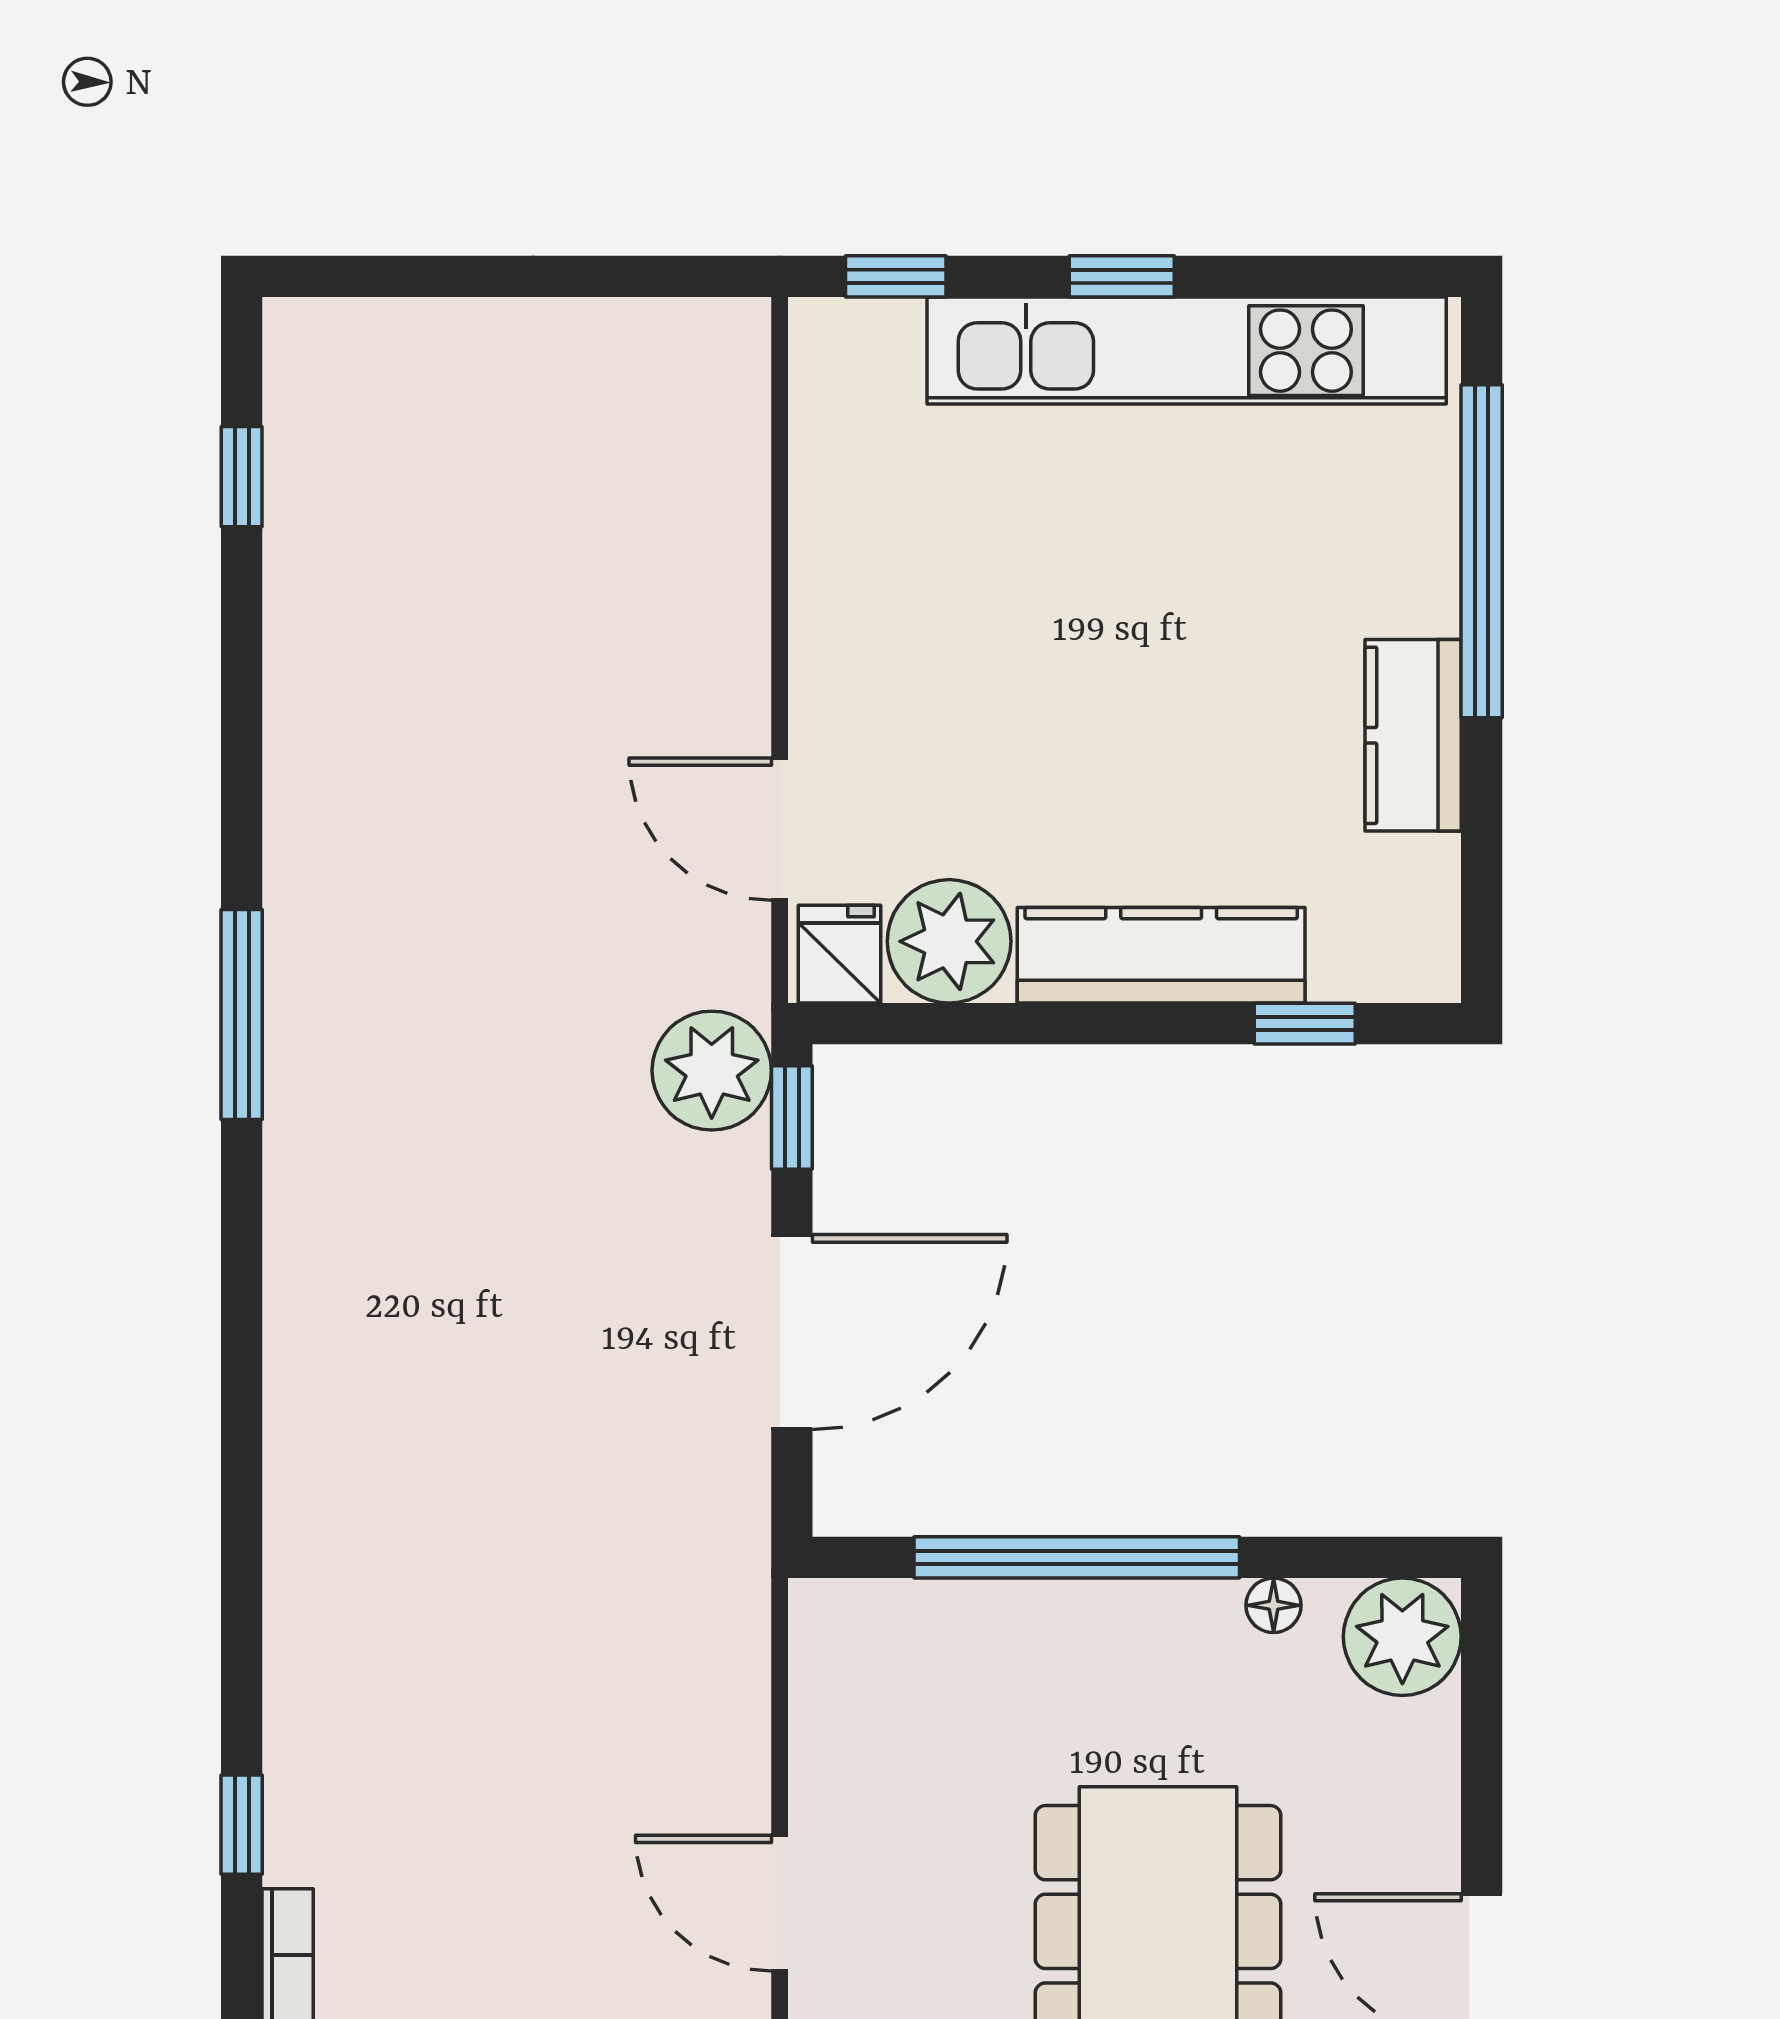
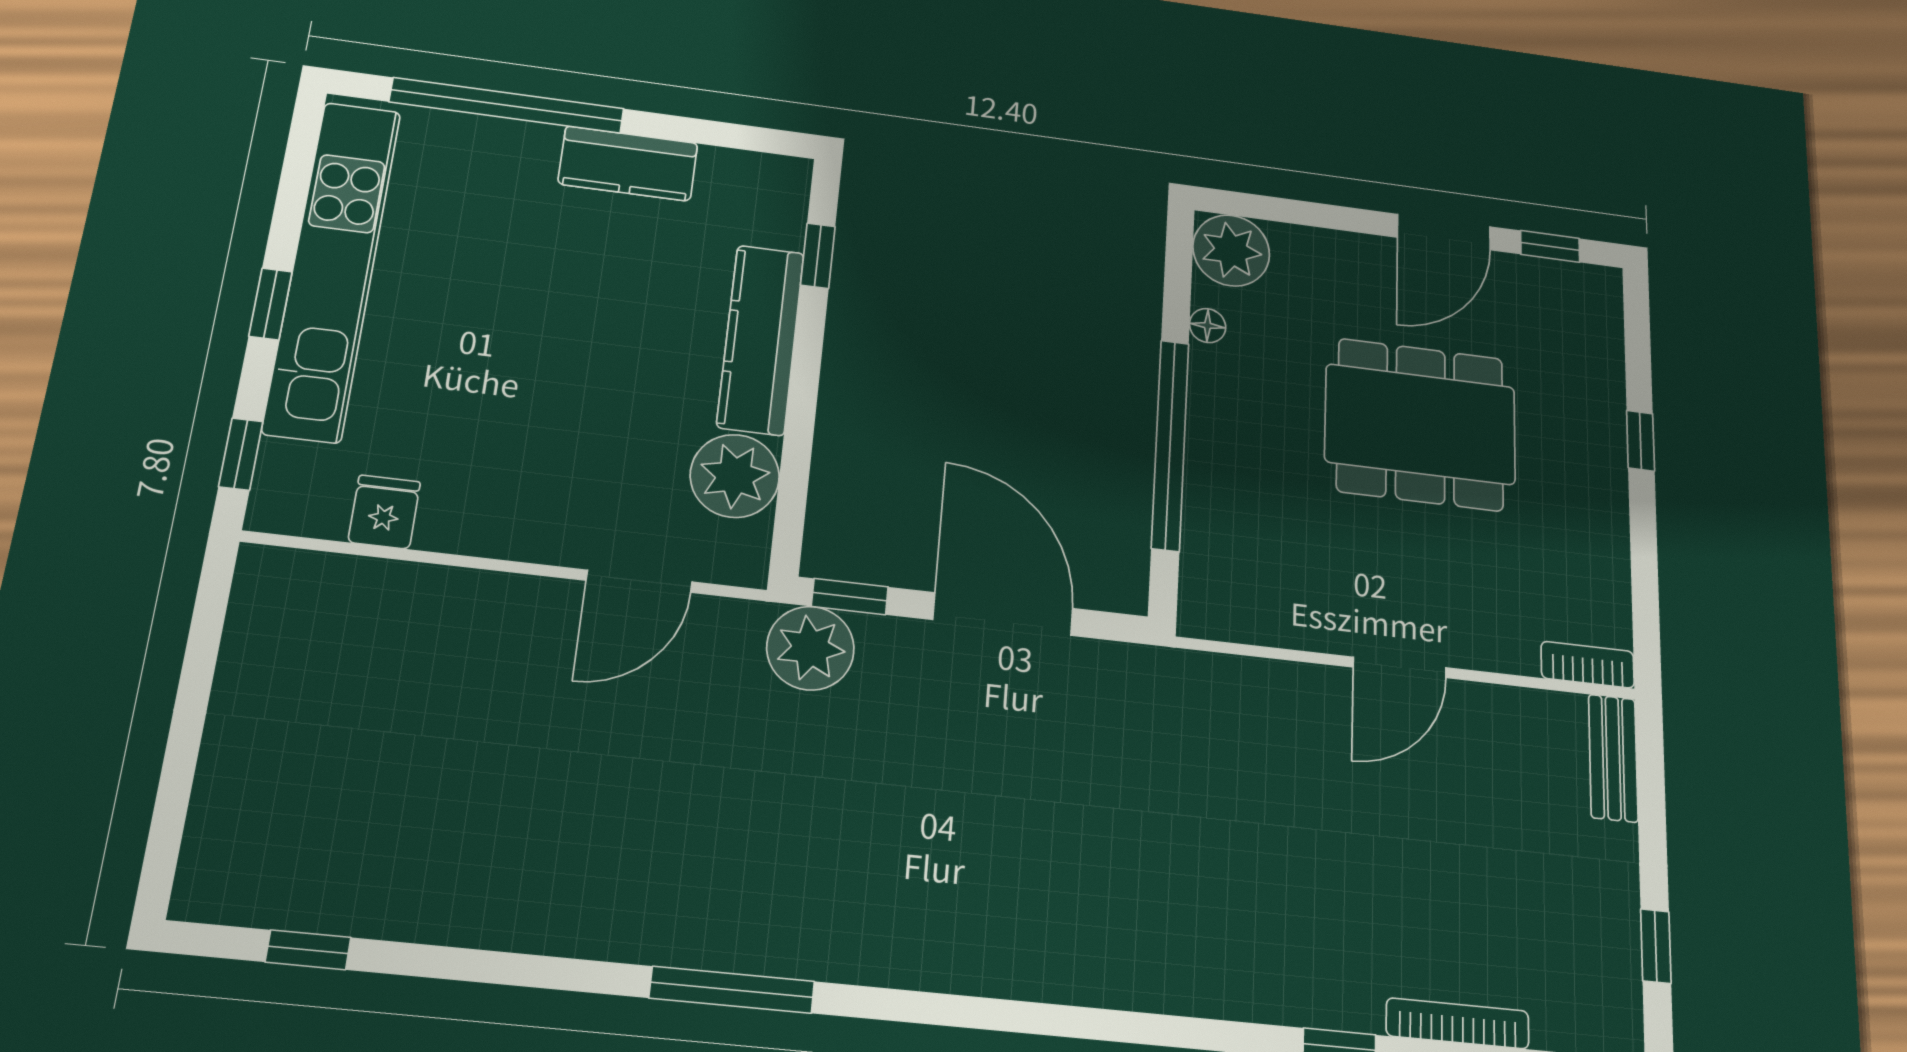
fridge: (840, 954) -> (384, 512), moved, turned 90

